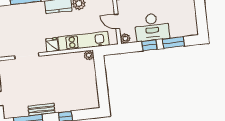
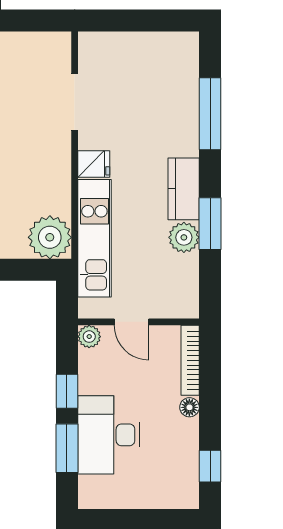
door: (117, 21) -> (131, 322), swing flipped
desk: (152, 27) -> (109, 435), moved
plant: (89, 55) -> (50, 237), width x1.88, depth x1.88

